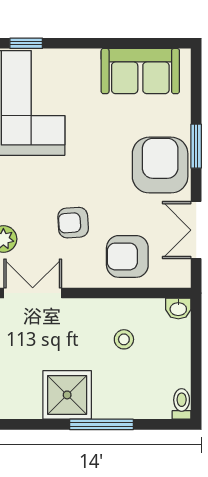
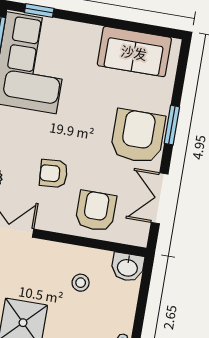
armchair: (127, 256) -> (96, 211), turned 90
washbasin: (178, 308) -> (128, 267), width x1.38, depth x1.45

